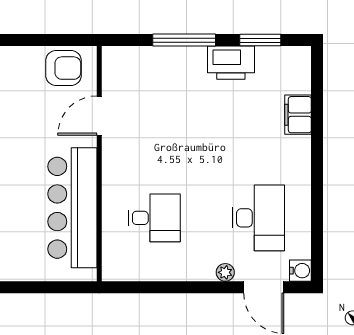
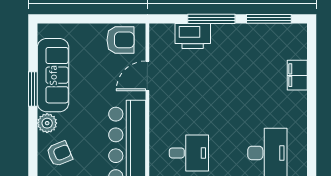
window: (260, 40) -> (269, 19), width x1.44
printer: (231, 63) -> (193, 36), moved

